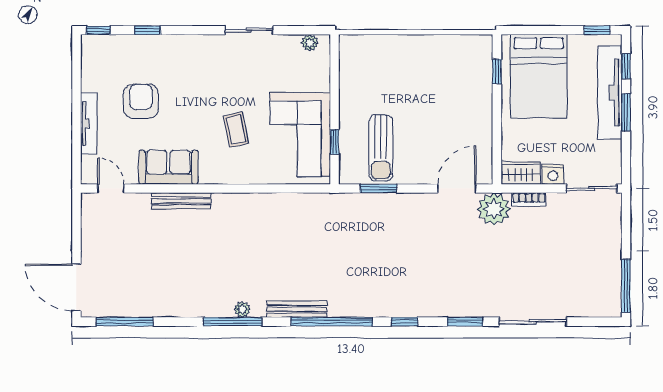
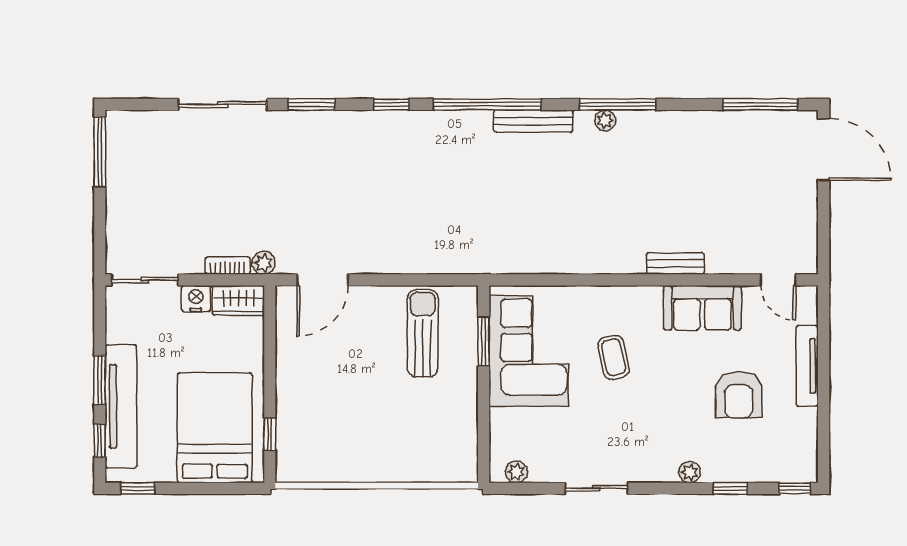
plant: (178, 43) -> (690, 472), added
window: (335, 142) -> (484, 341), width x1.50
window: (379, 188) -> (426, 280), removed
bench: (181, 201) -> (675, 264), width x0.73
plant: (494, 209) -> (264, 263), width x0.53, depth x0.53

